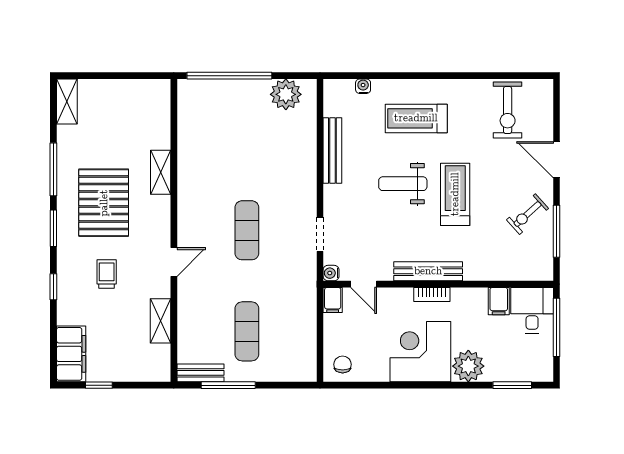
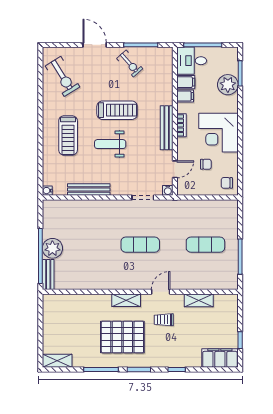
water cooler: (363, 86) -> (47, 191), moved
plant: (286, 94) -> (52, 248), moved
exercise bike: (508, 110) -> (63, 76), turned 58
door: (556, 160) -> (95, 45), swing flipped
shelving: (161, 172) -> (126, 300), moved
weight bench: (403, 184) -> (110, 144), turned 90
treadmill: (455, 194) -> (117, 110), turned 180
door: (174, 262) -> (161, 292), hinge flipped
trolley: (107, 274) -> (164, 320), moved
filing cabinet: (333, 300) -> (185, 96), moved
chair: (372, 332) -> (206, 164), added
plant: (468, 366) -> (228, 85), moved
bench: (200, 373) -> (48, 275), moved

